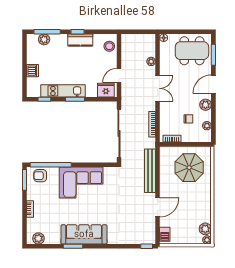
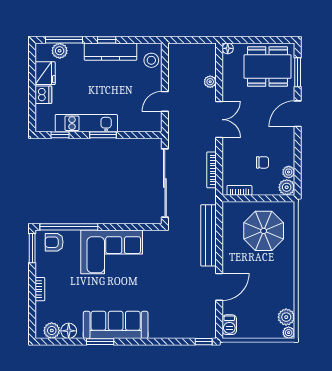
kitchen counter: (80, 40) -> (111, 52), width x1.50
fridge: (106, 90) -> (45, 73), moved, turned 90
plant: (206, 105) -> (287, 187), moved
floor lamp: (51, 239) -> (69, 331), added

